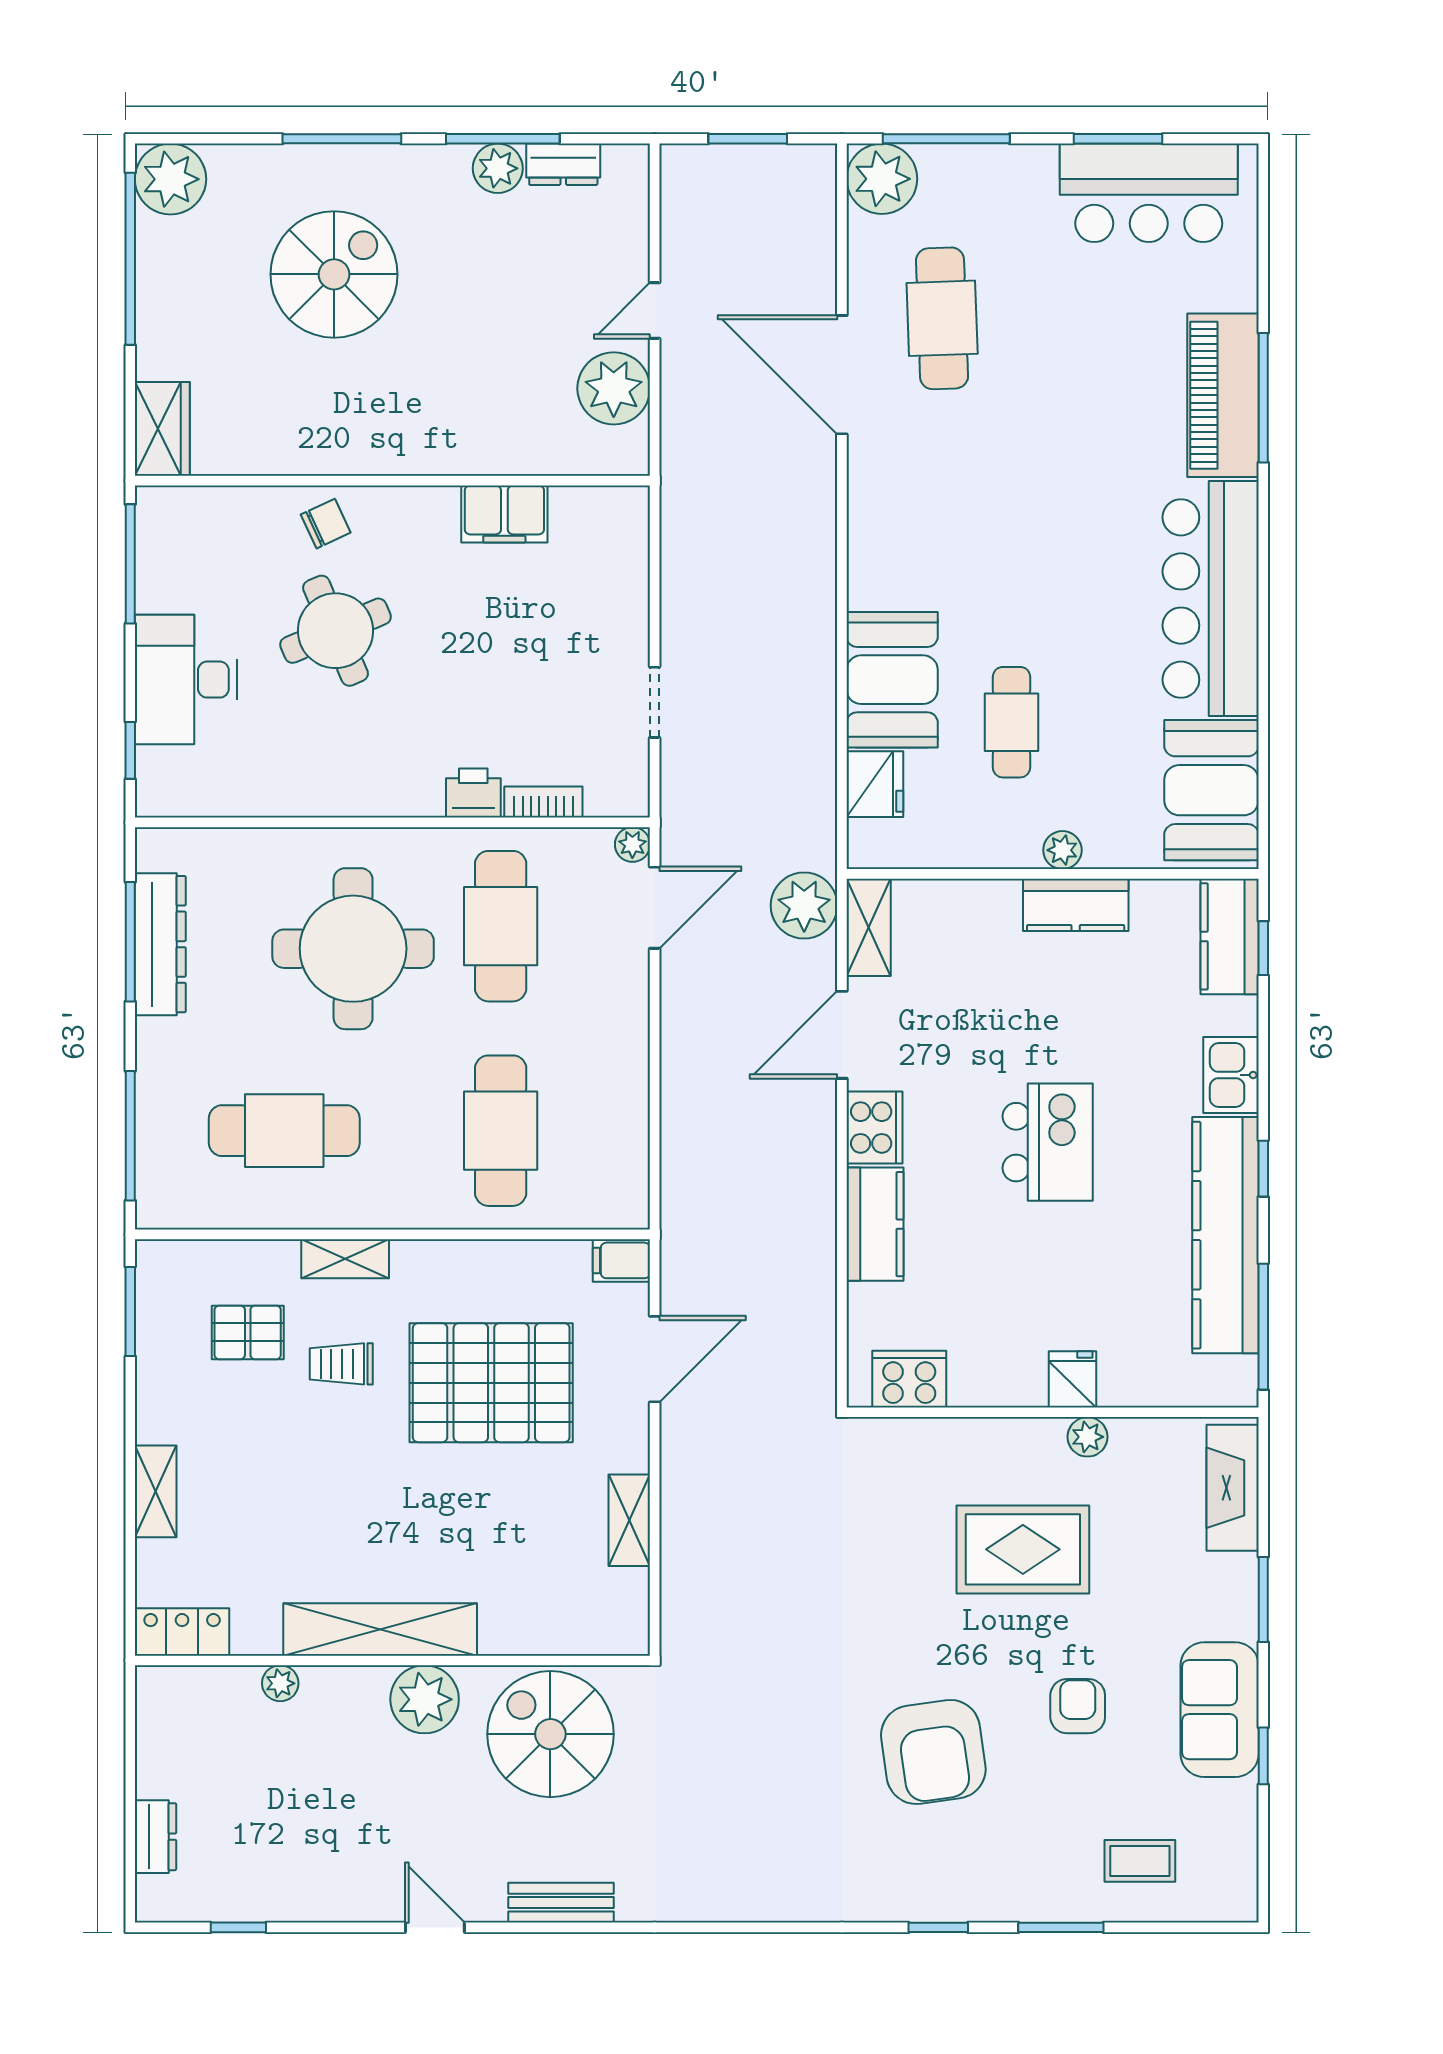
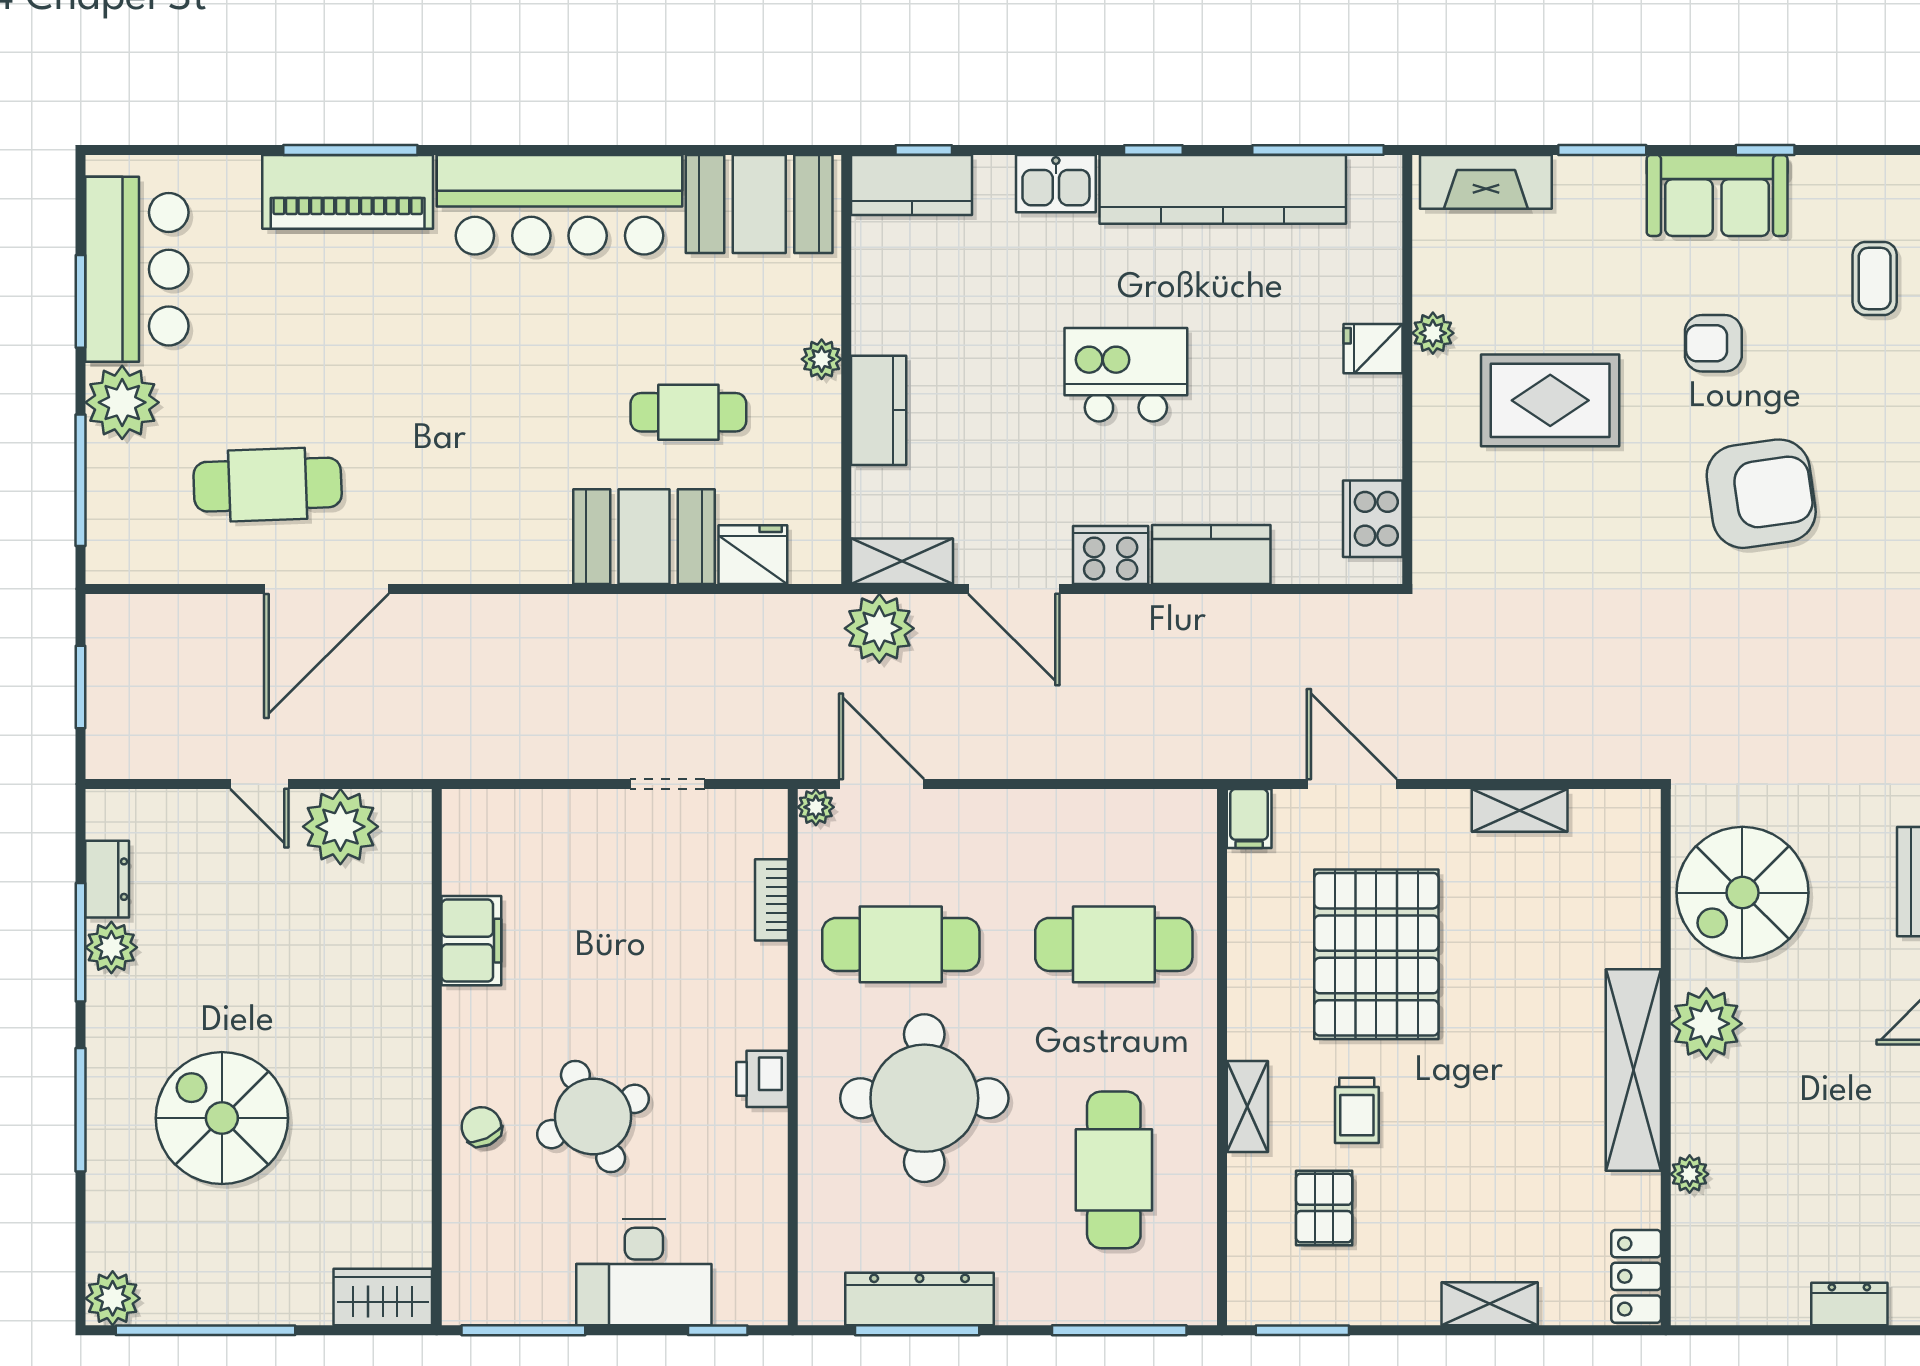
plant: (170, 179) -> (113, 1298), width x0.73, depth x0.73
plant: (882, 179) -> (122, 402), moved
printer: (473, 793) -> (762, 1079), moved
kitchen counter: (1076, 905) -> (879, 410), moved
rug: (1023, 1549) -> (1550, 400), turned 90

